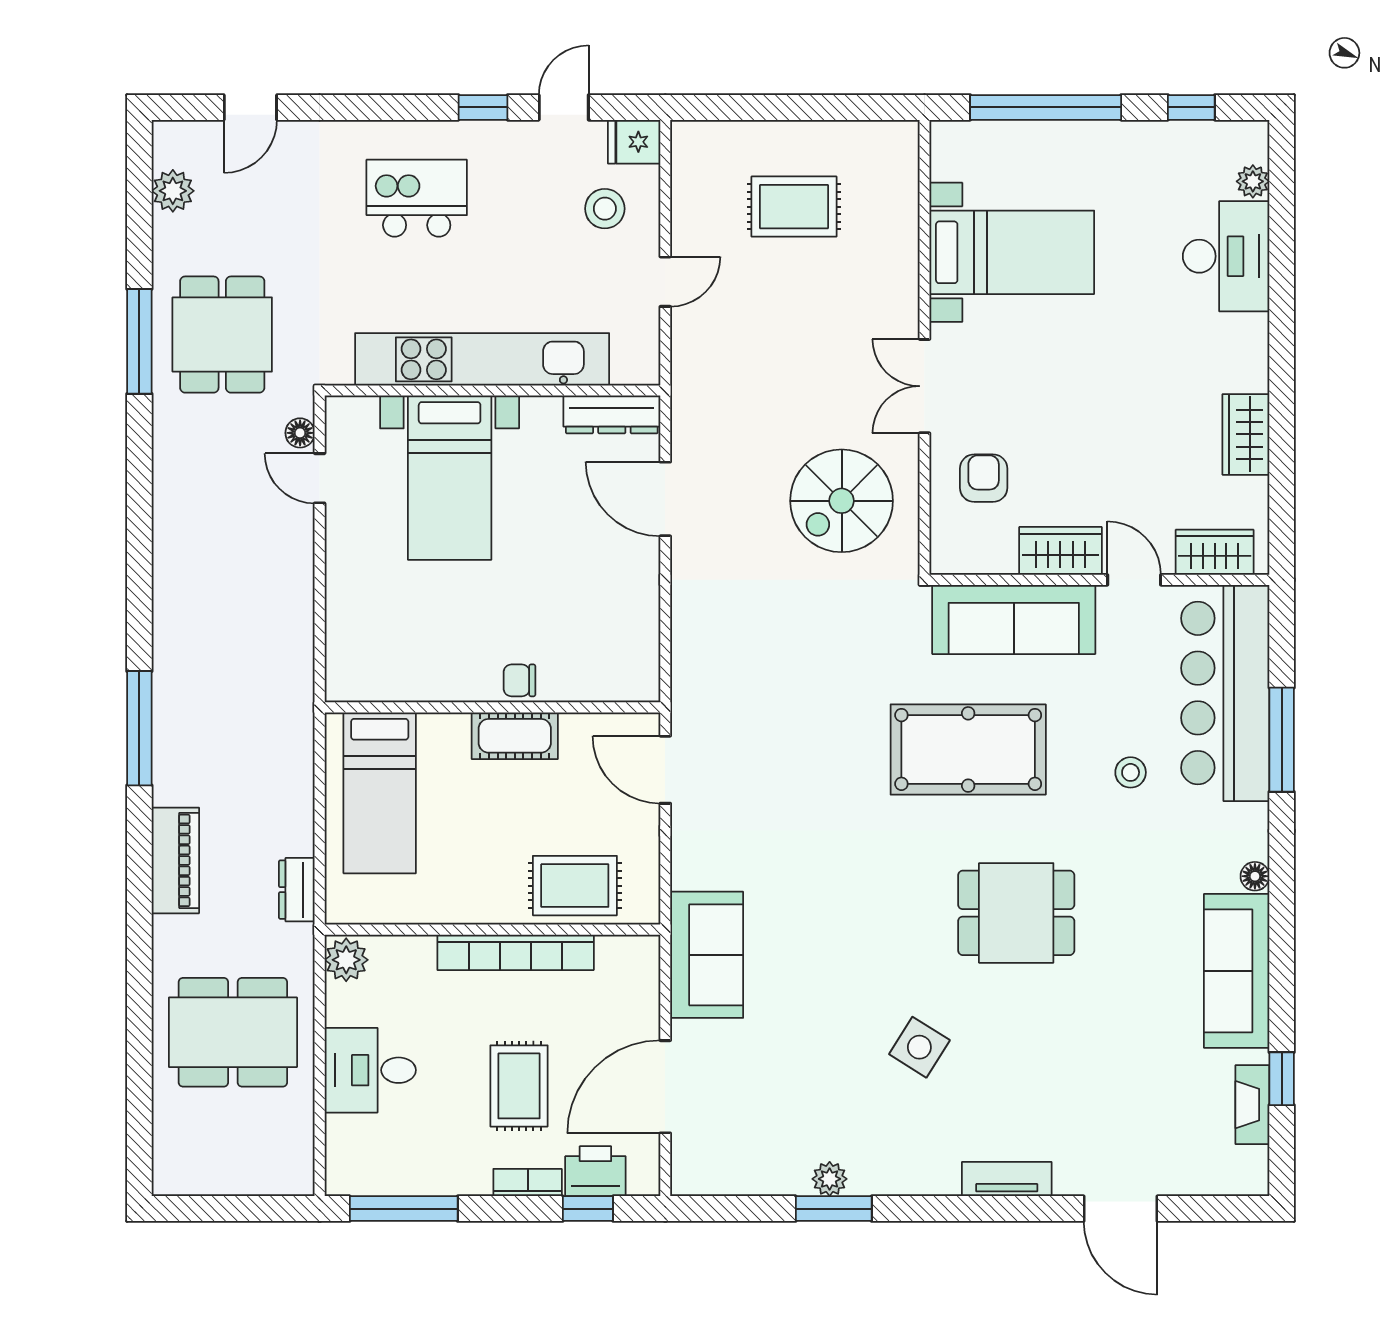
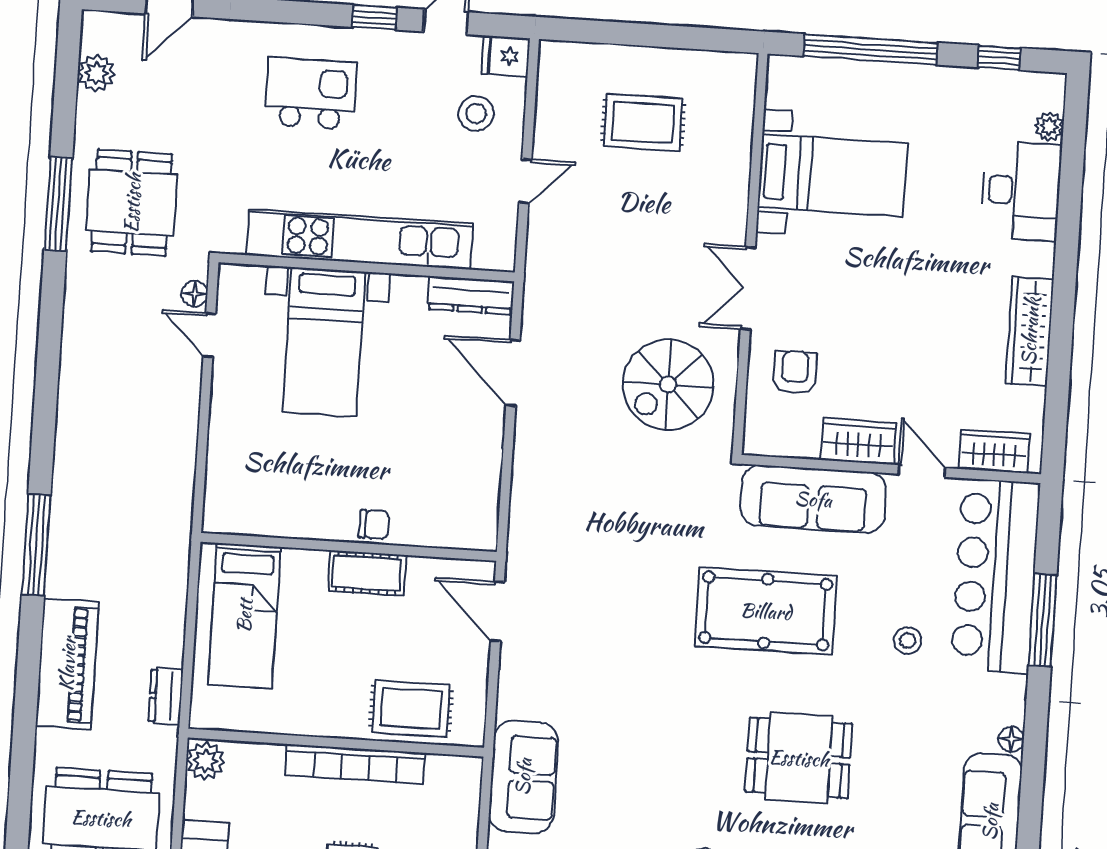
wardrobe: (1246, 434) -> (1030, 331), width x1.50
chair: (520, 680) -> (374, 525), turned 180
piano: (175, 860) -> (67, 664), width x1.37, depth x1.33

